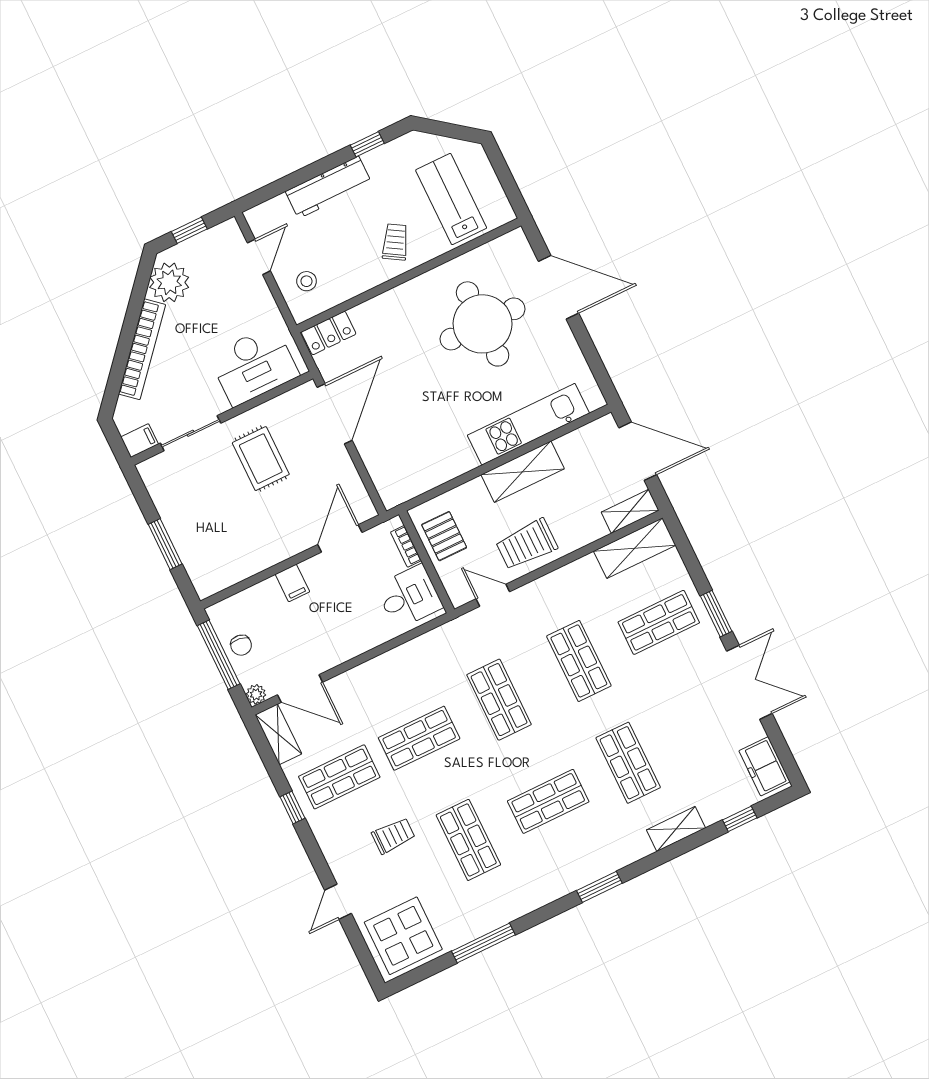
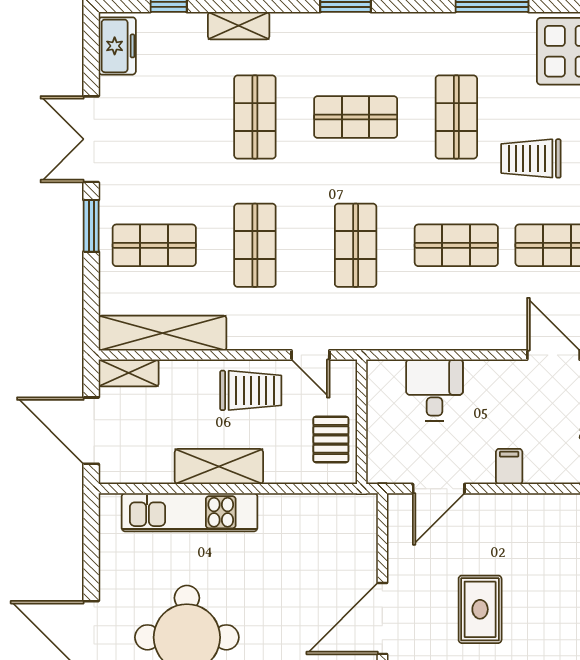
bookcase: (406, 546) -> (375, 448), removed
shelving: (635, 548) -> (163, 333), width x1.47
desk: (409, 597) -> (434, 390), moved, turned 90
trolley: (393, 836) -> (531, 158), width x1.36, depth x1.39

